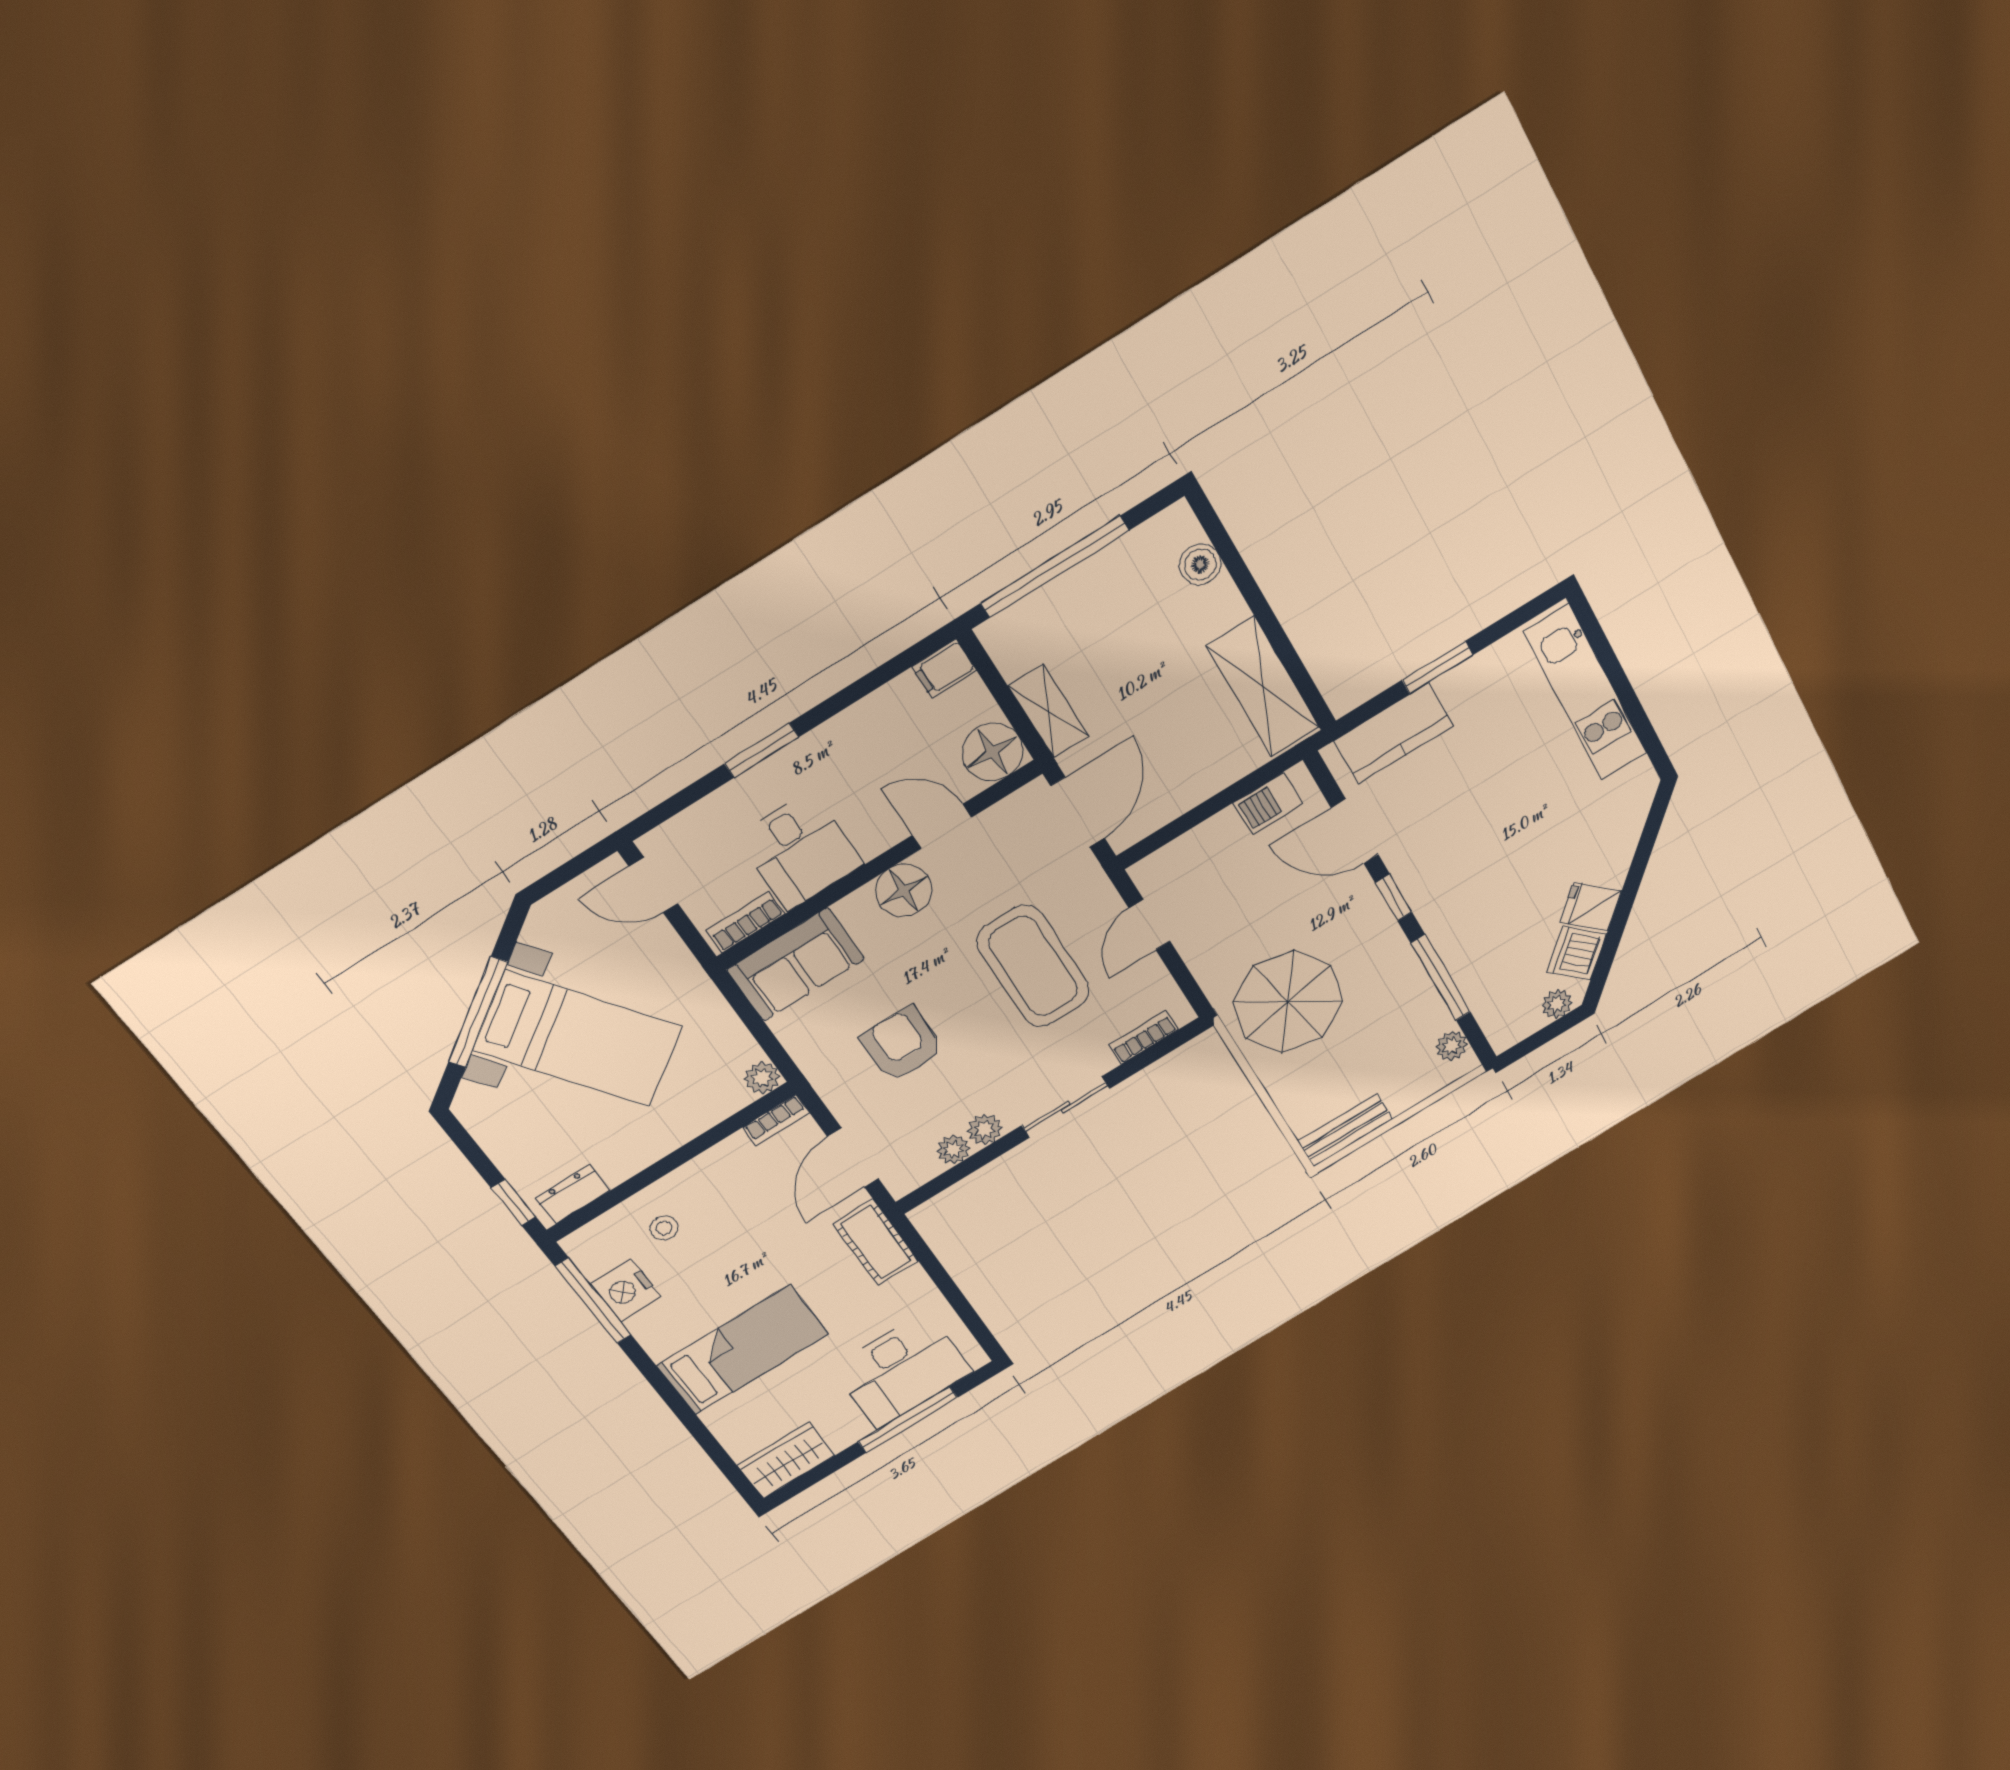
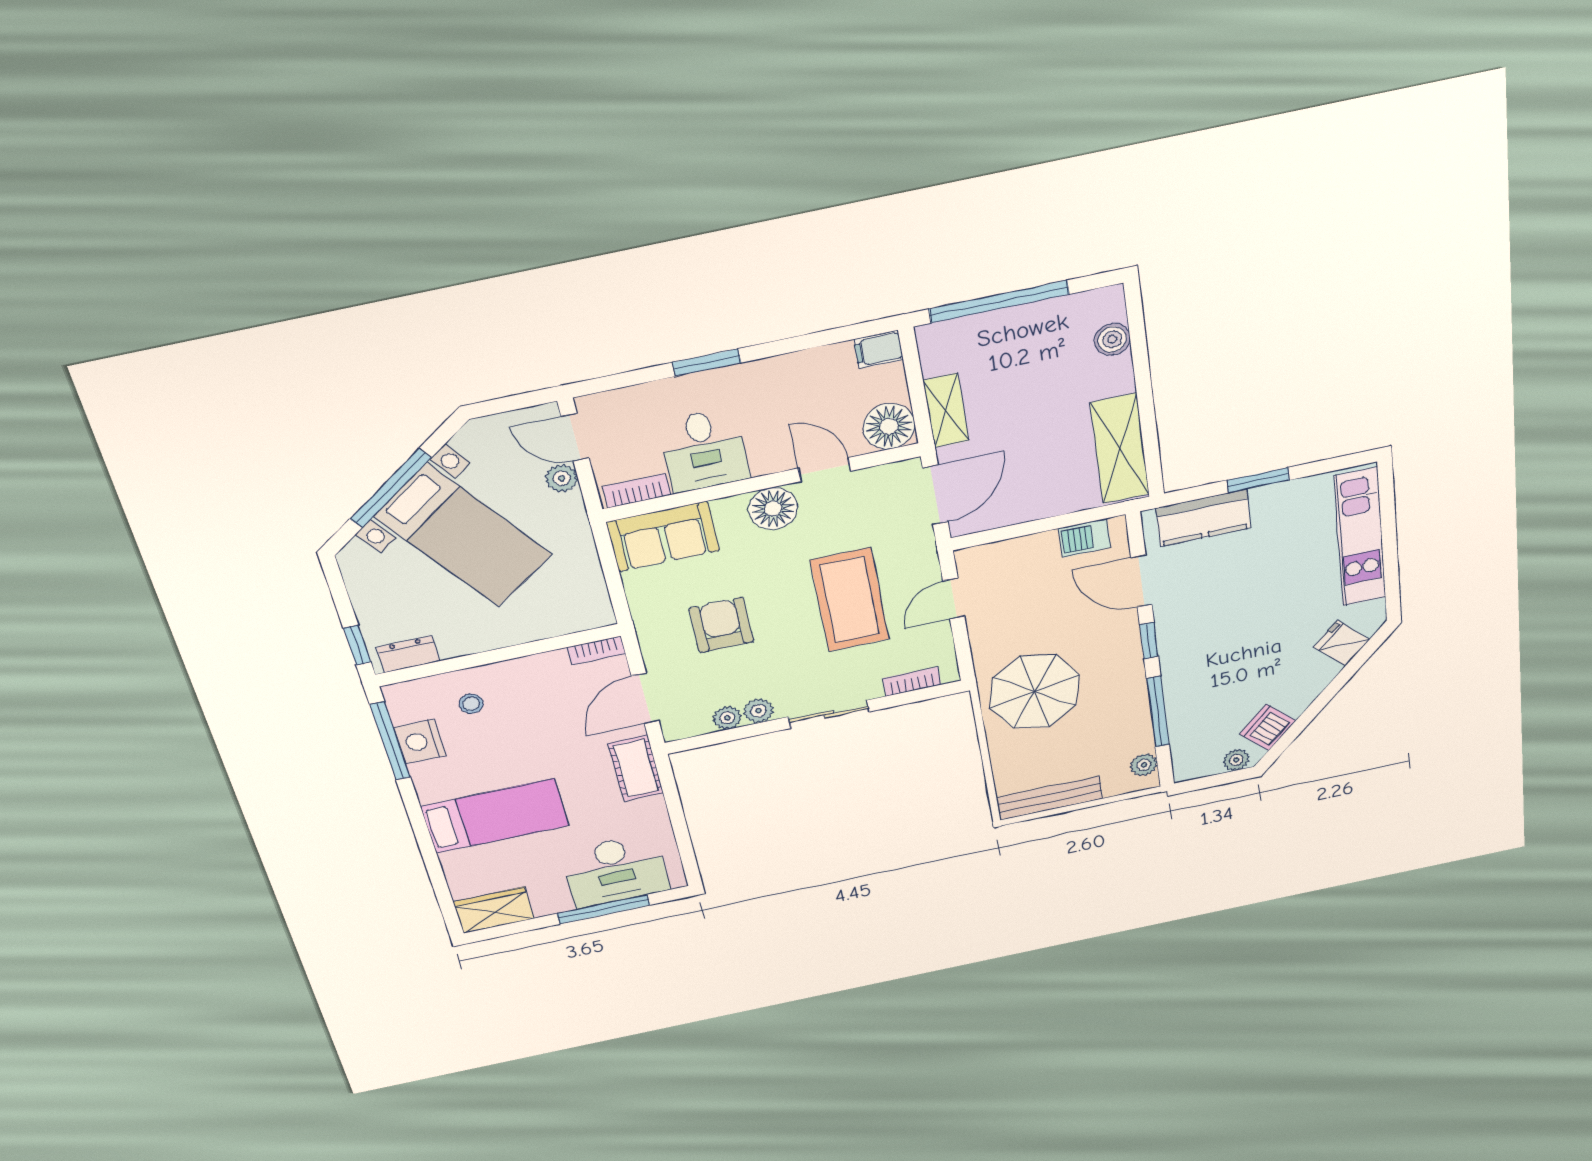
fridge: (1591, 906) -> (1342, 643), moved
plant: (762, 1078) -> (562, 478), moved
bench: (1345, 1130) -> (1049, 798), width x1.36

